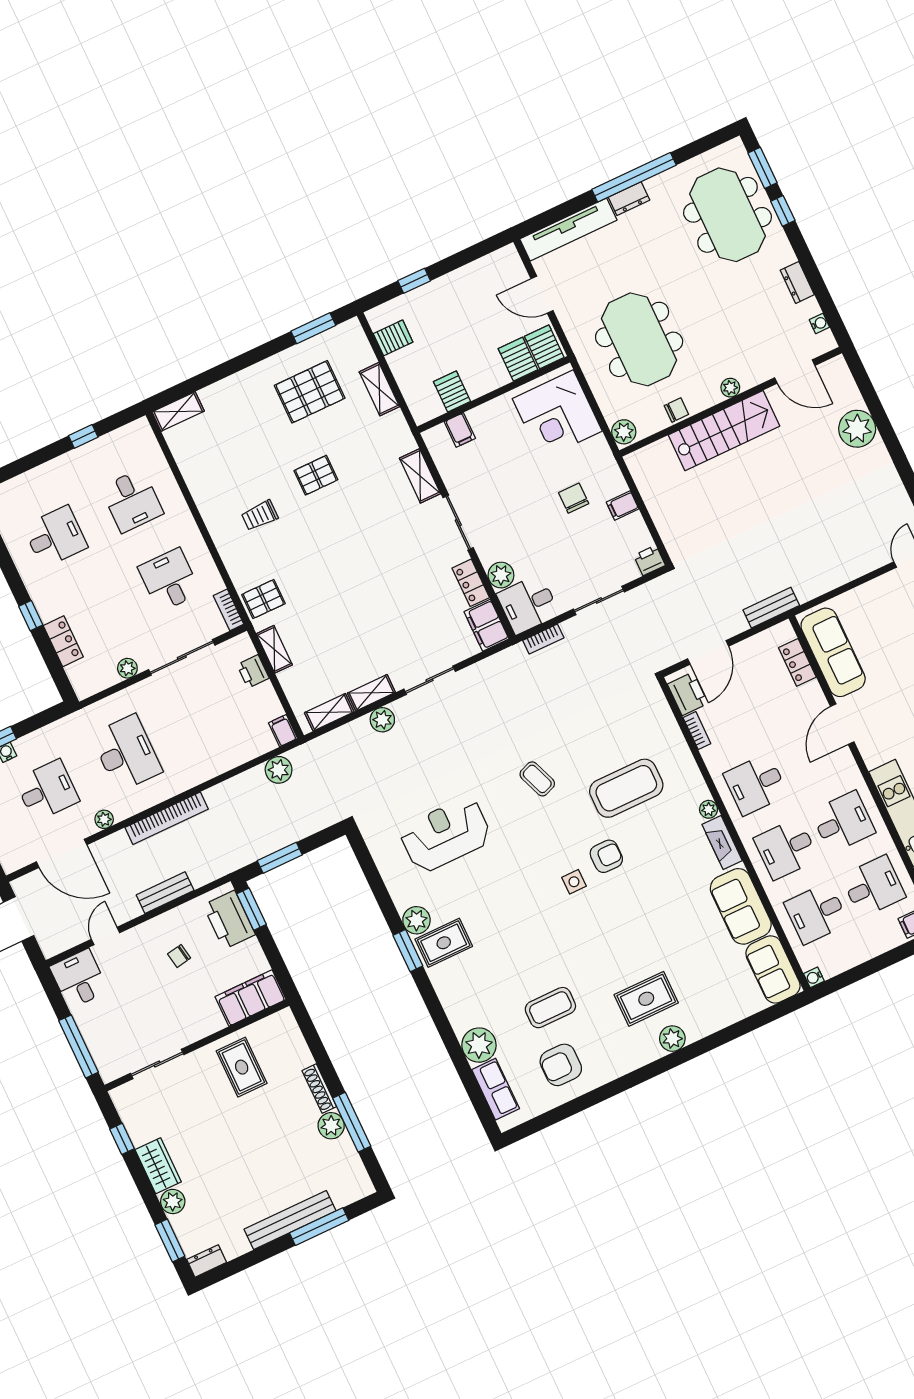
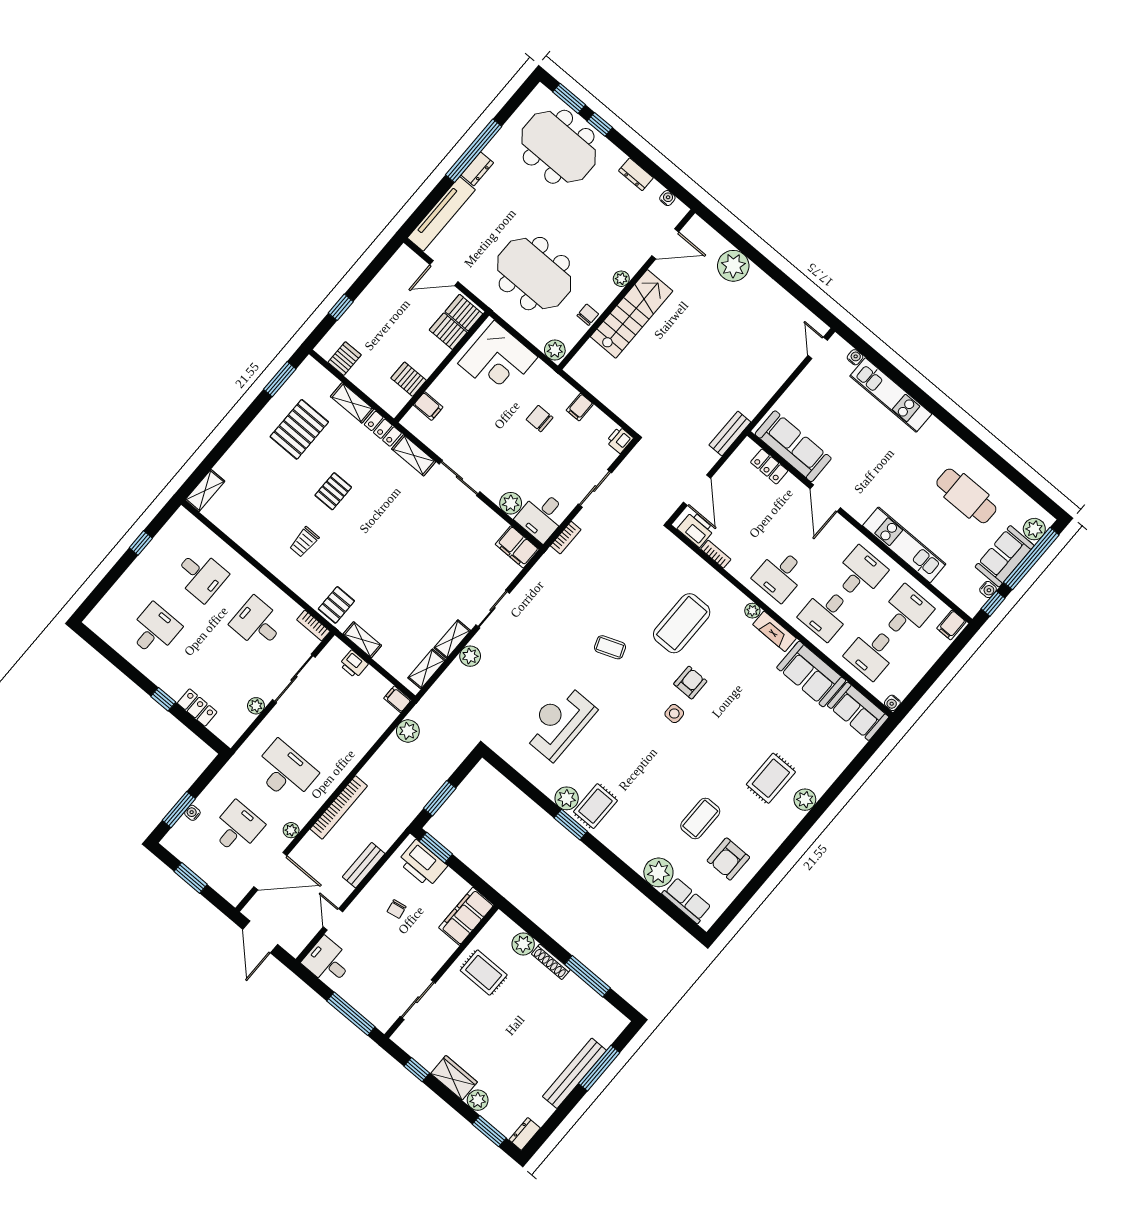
locker: (471, 583) -> (383, 429), moved
plant: (331, 1126) -> (523, 944), moved

